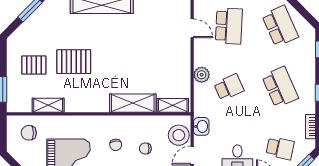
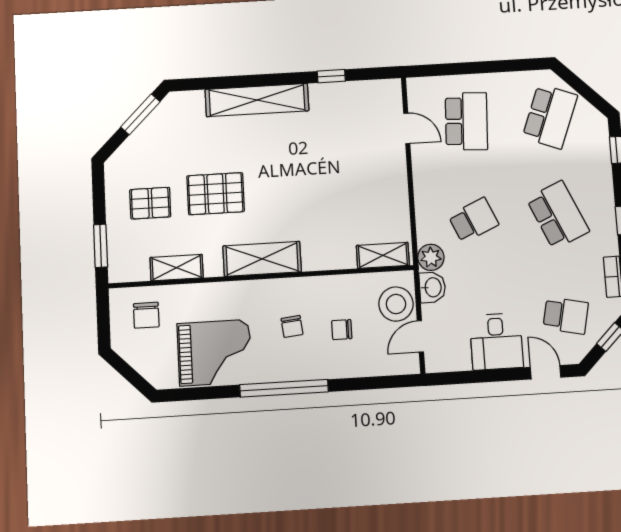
school desk: (280, 26) -> (550, 116), turned 45
plant: (202, 75) -> (431, 257), moved
shelving: (133, 103) -> (262, 259), moved
chair: (29, 133) -> (146, 315), turned -90

